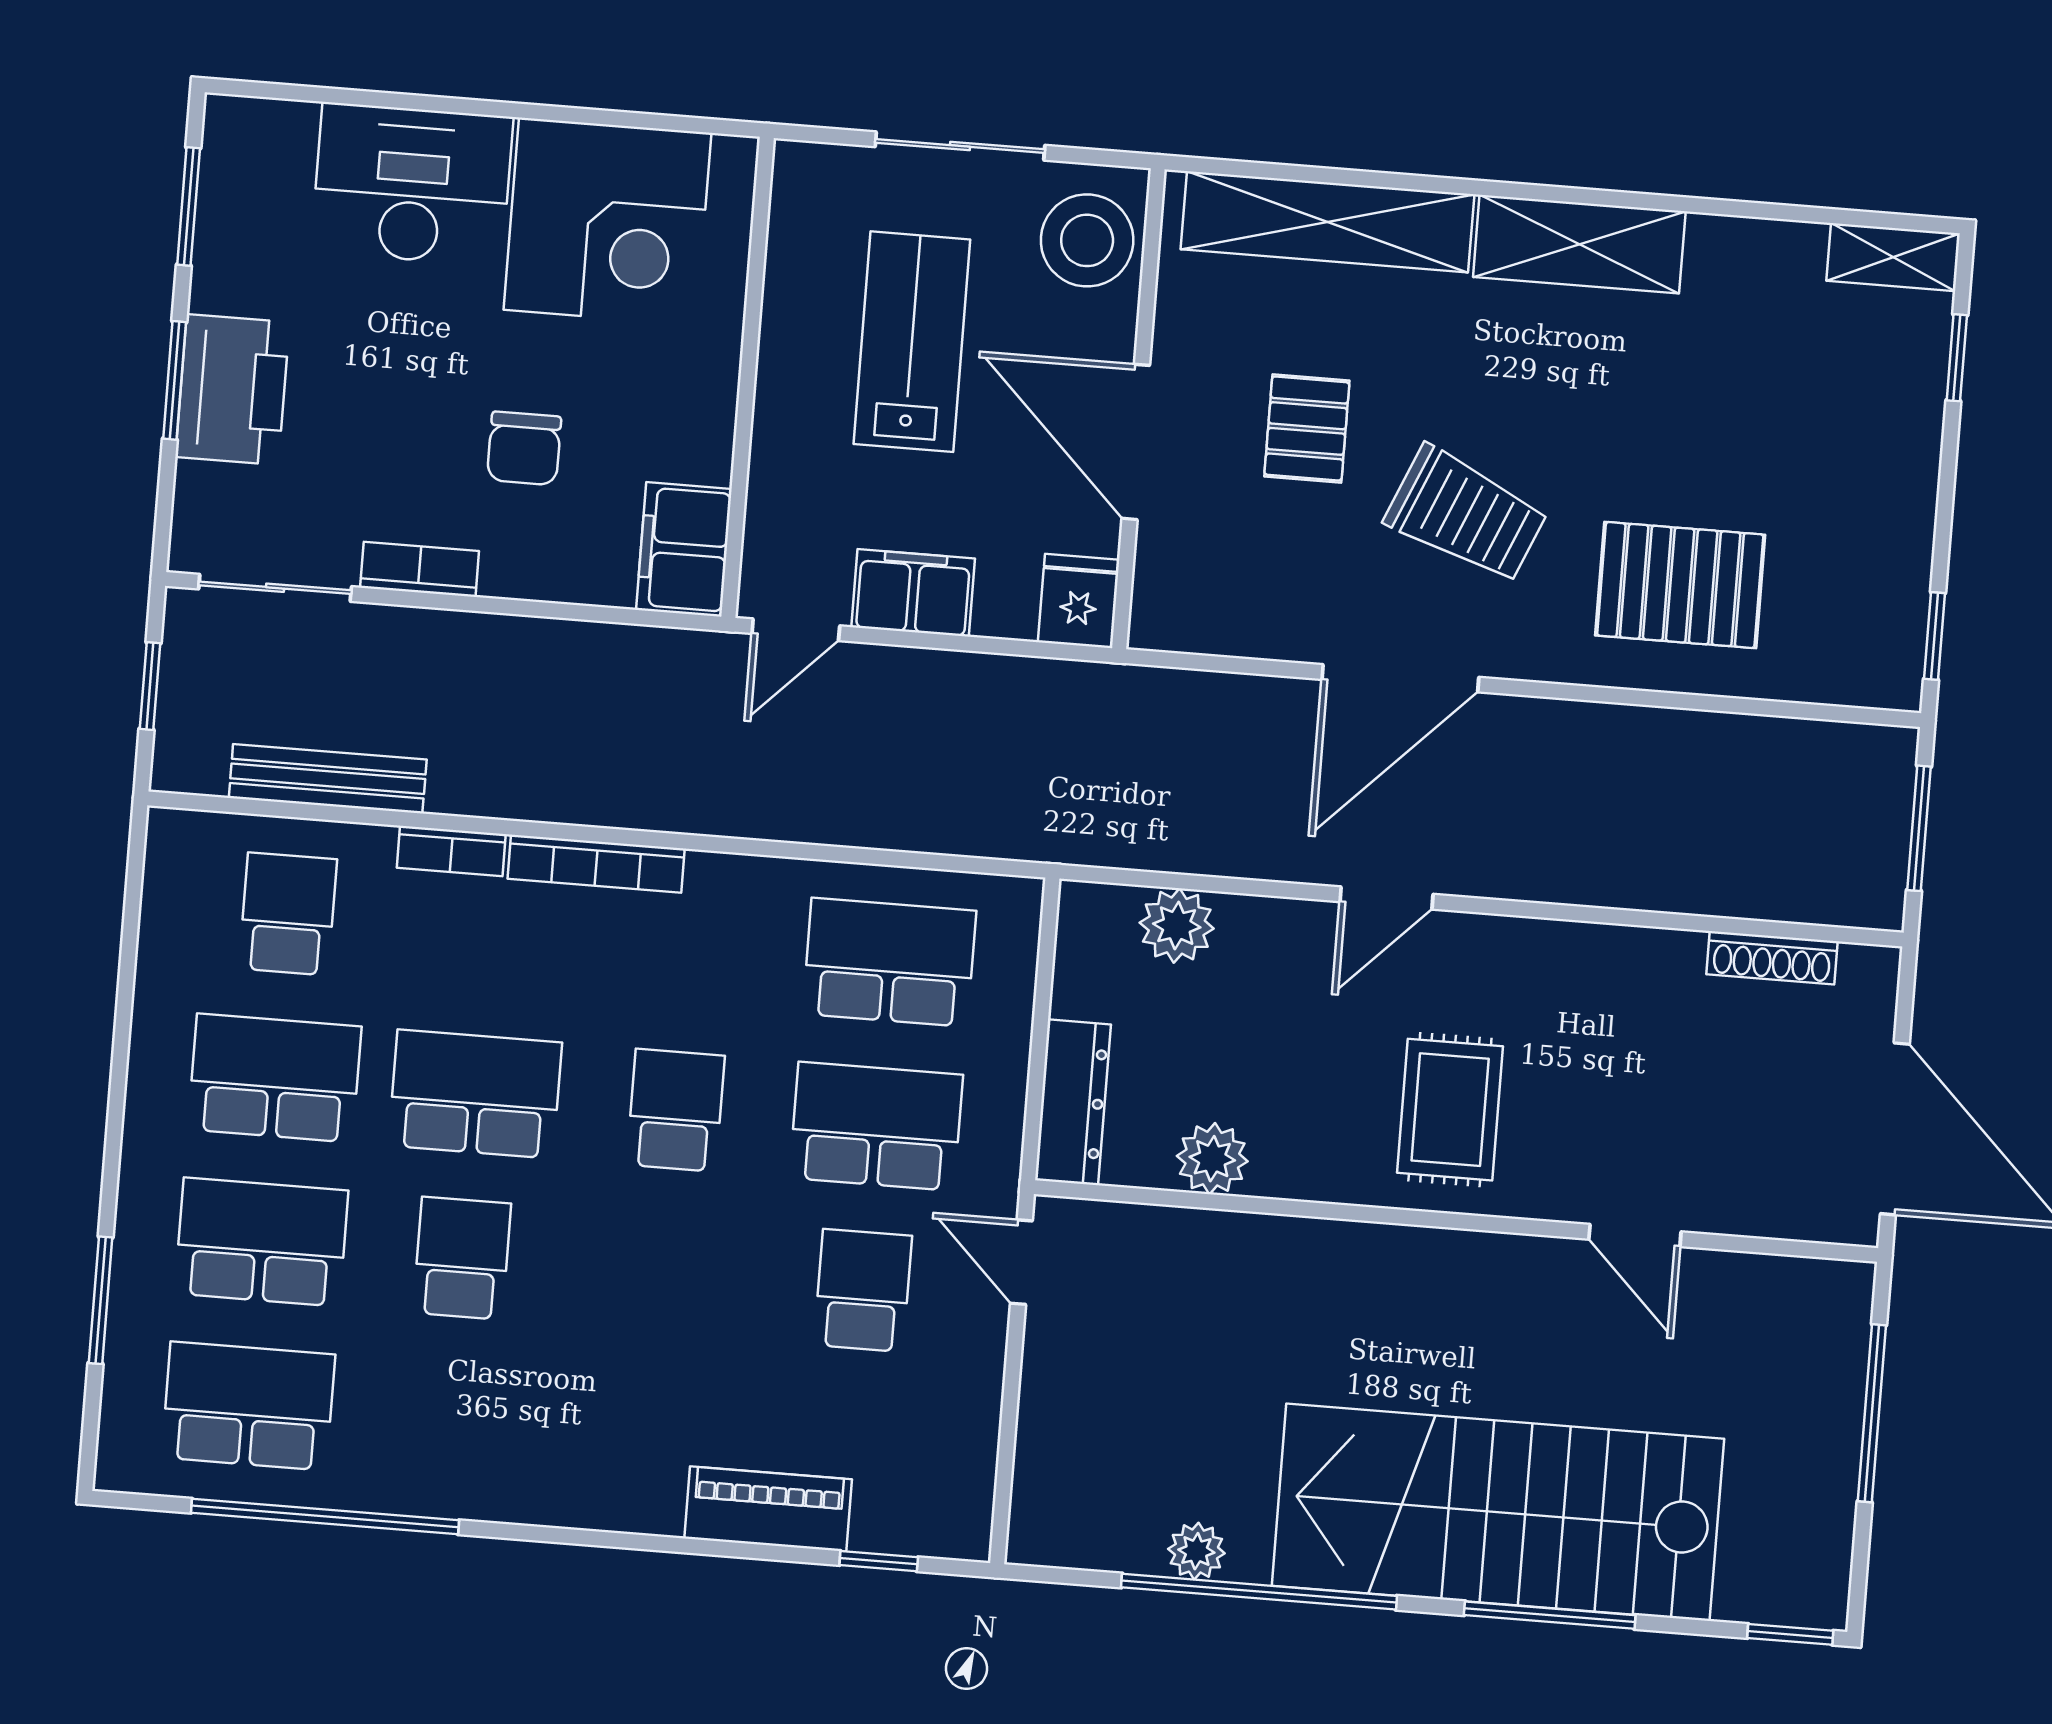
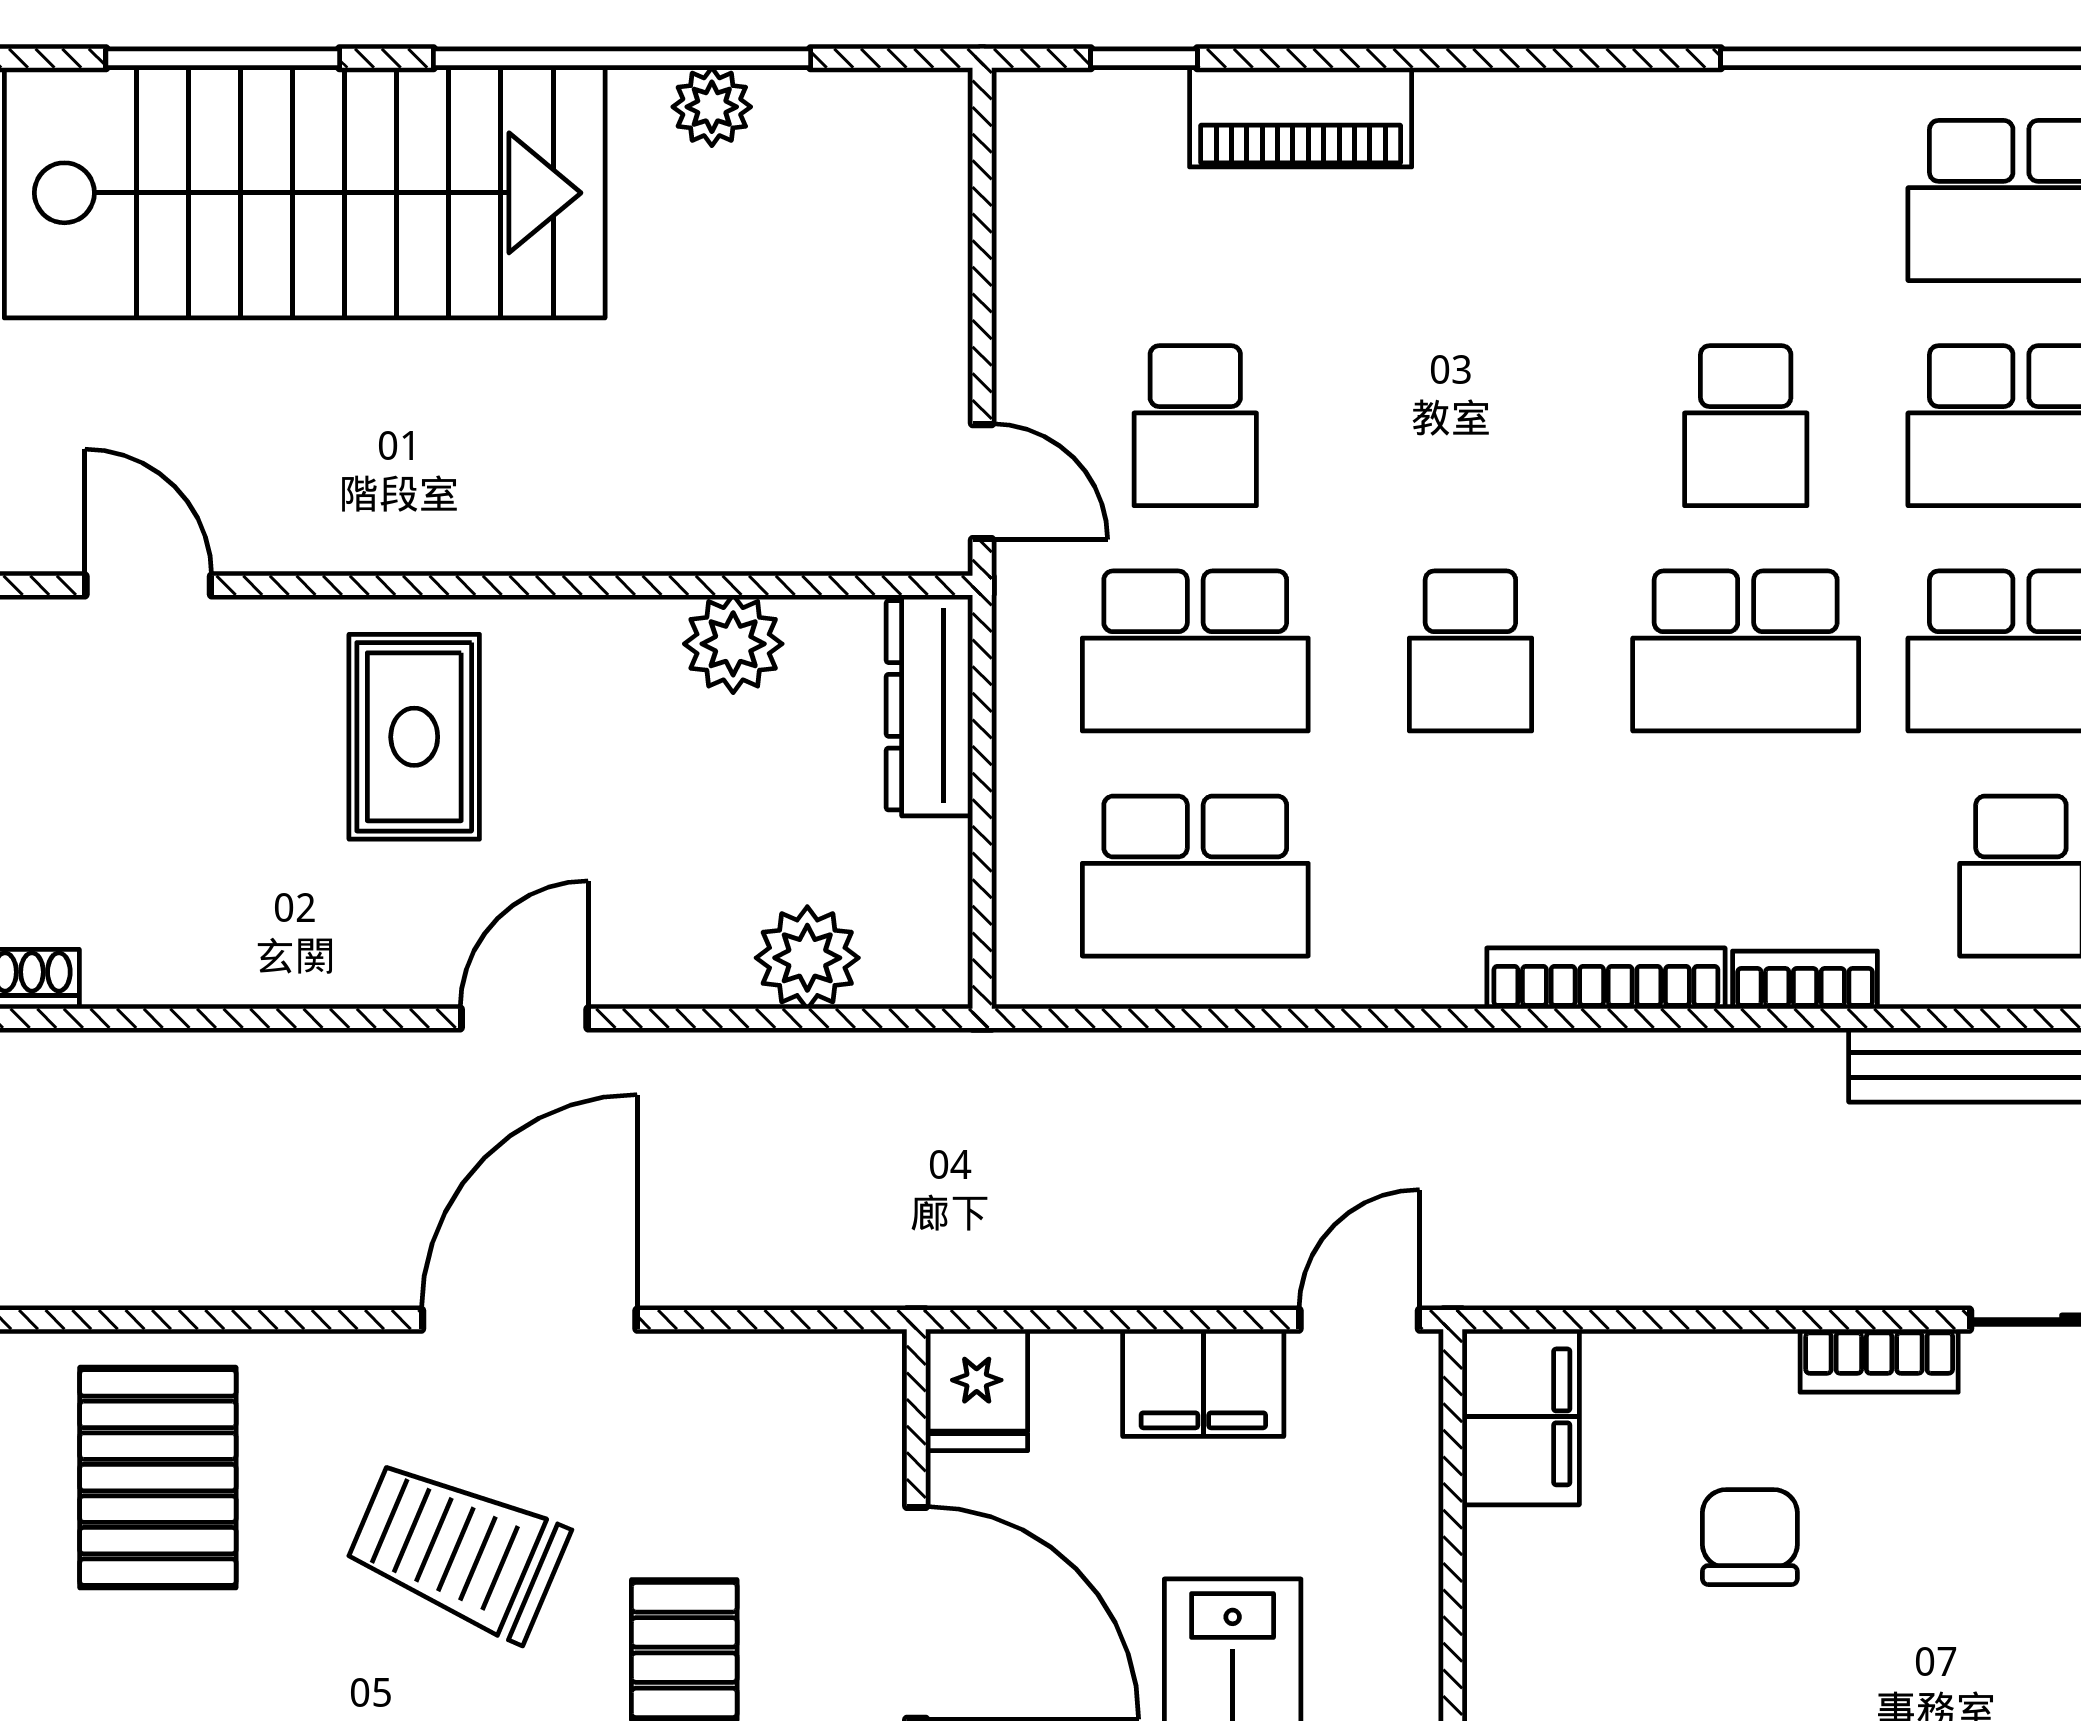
pallet: (1680, 585) -> (158, 1478), turned 90

